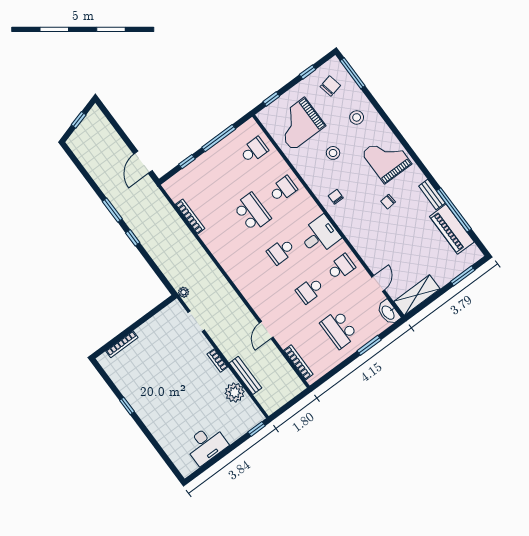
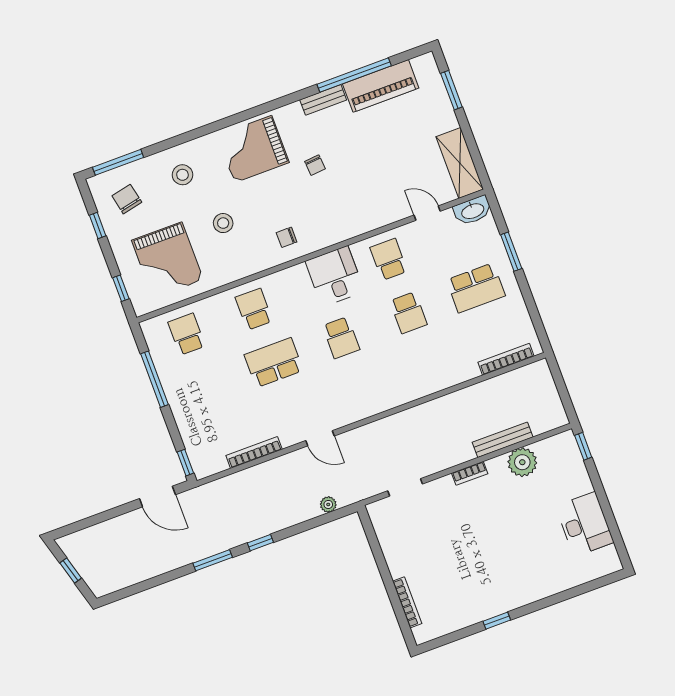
window: (187, 162) -> (185, 463), moved
plant: (183, 292) -> (328, 504), moved
door: (266, 330) -> (320, 438), moved

